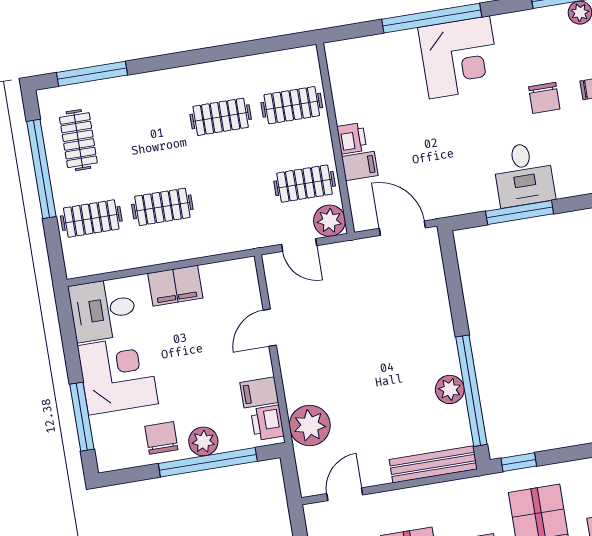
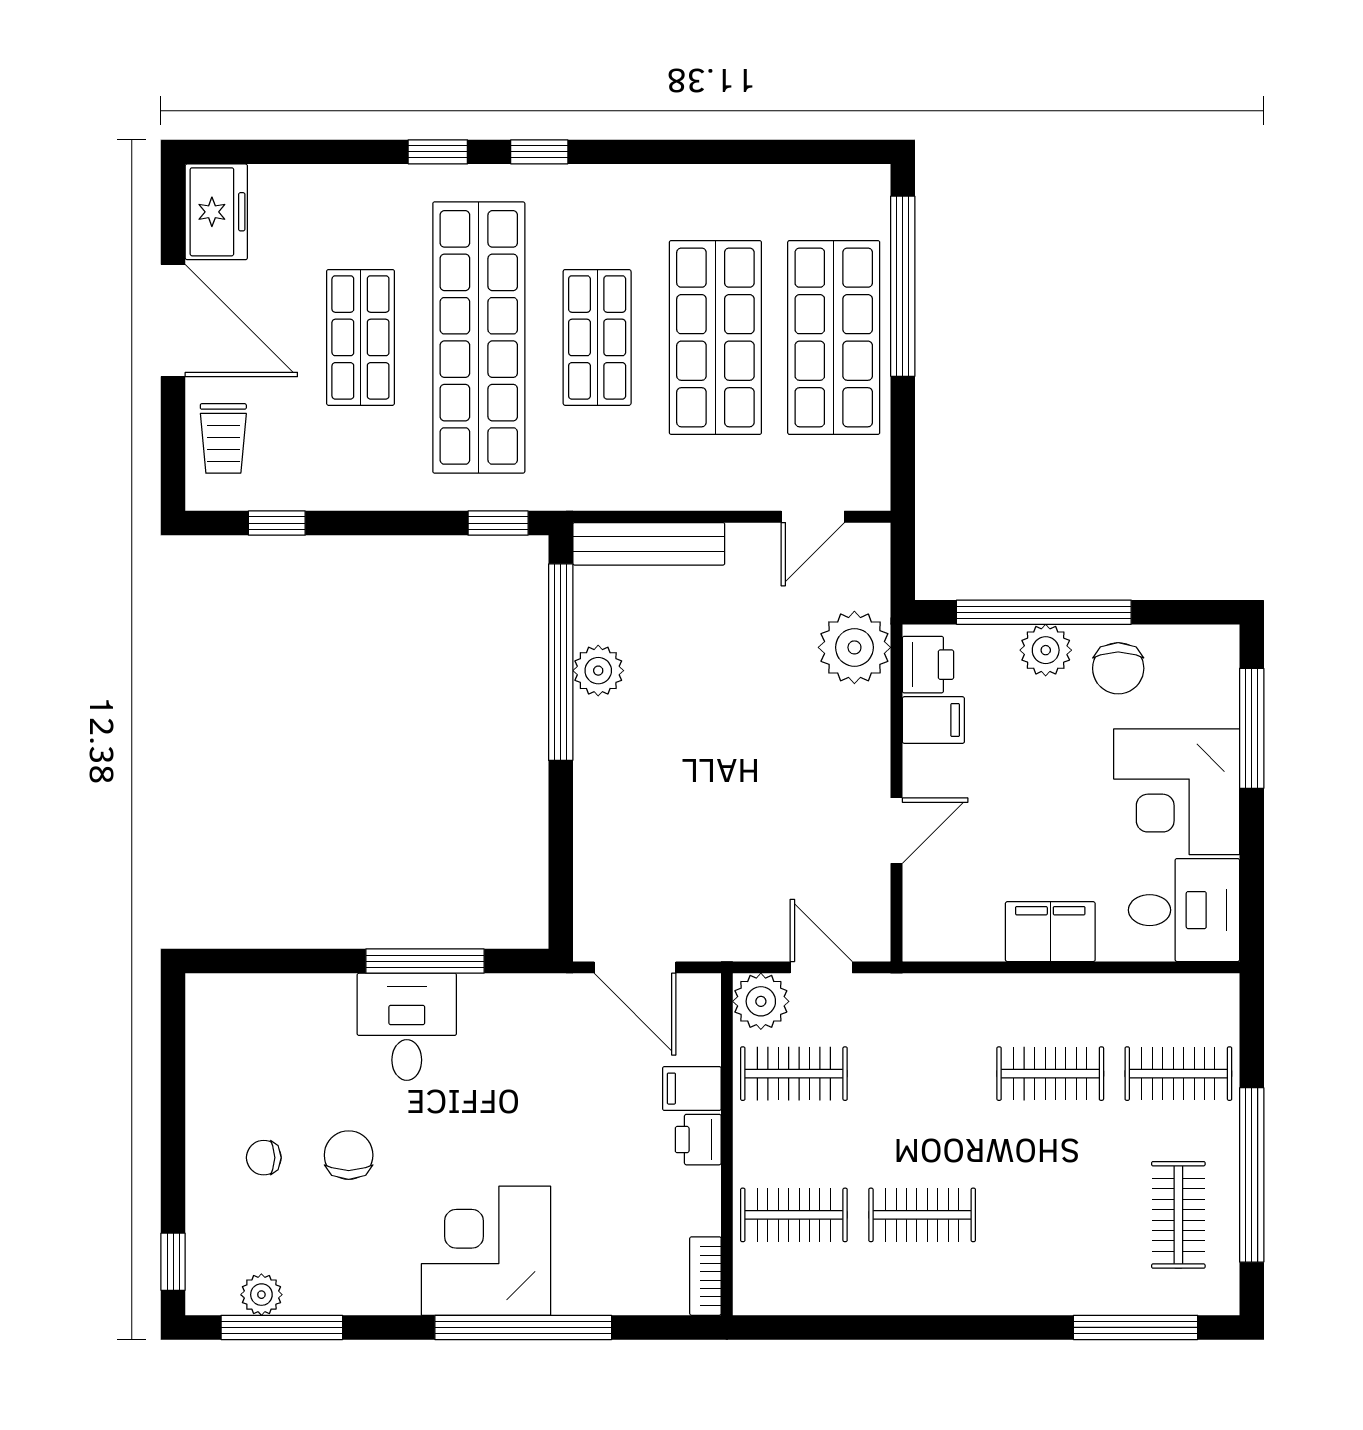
bookcase: (335, 63) -> (705, 1276), added

